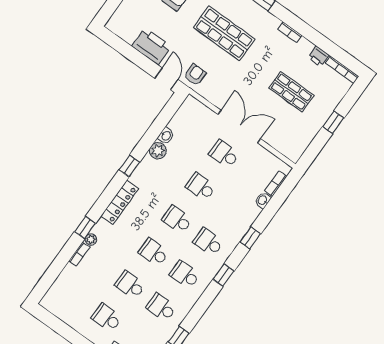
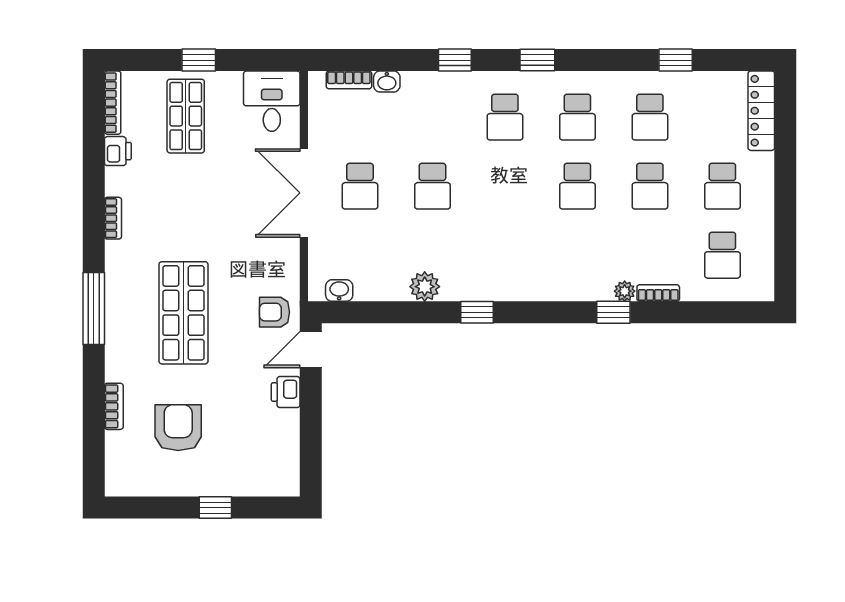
printer: (151, 46) -> (286, 392), width x0.53, depth x0.68
shop shelf: (291, 92) -> (186, 116), moved
washbasin: (166, 136) -> (339, 291), moved
desk: (291, 142) -> (272, 101), added
locker: (120, 202) -> (540, 288), removed
school desk: (177, 220) -> (722, 255), moved

